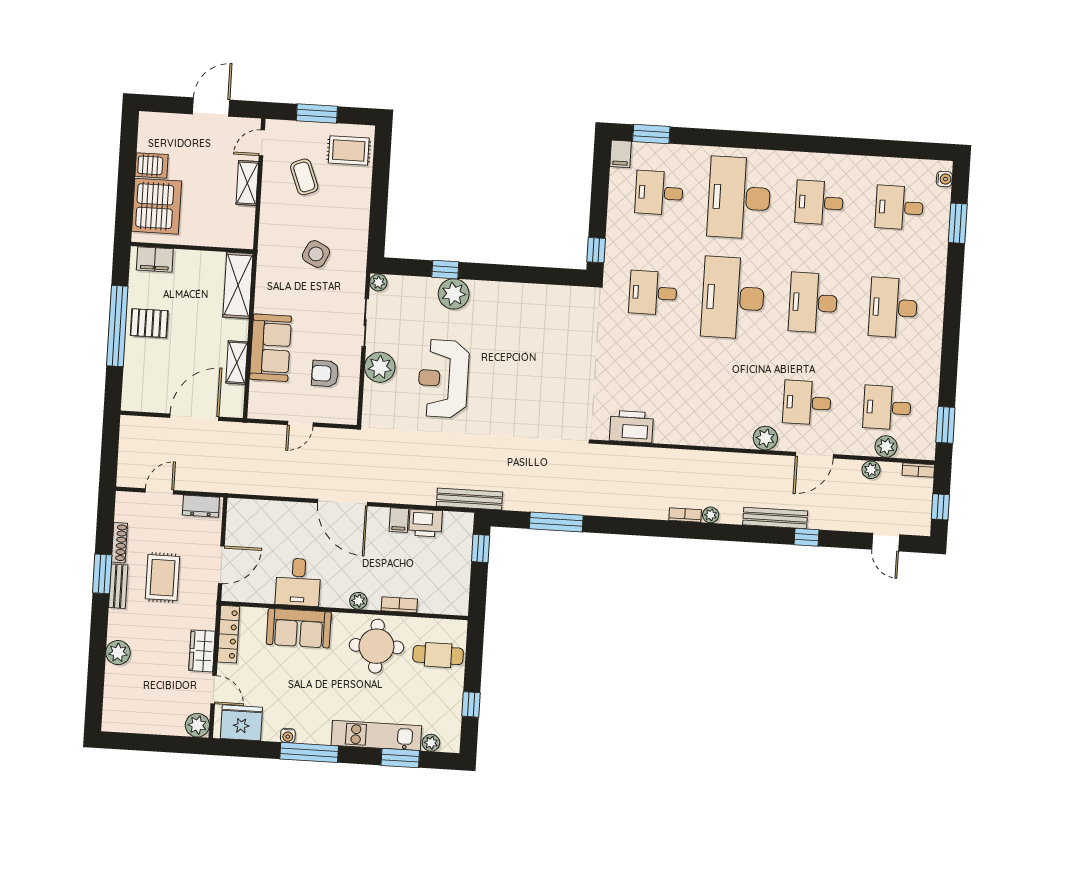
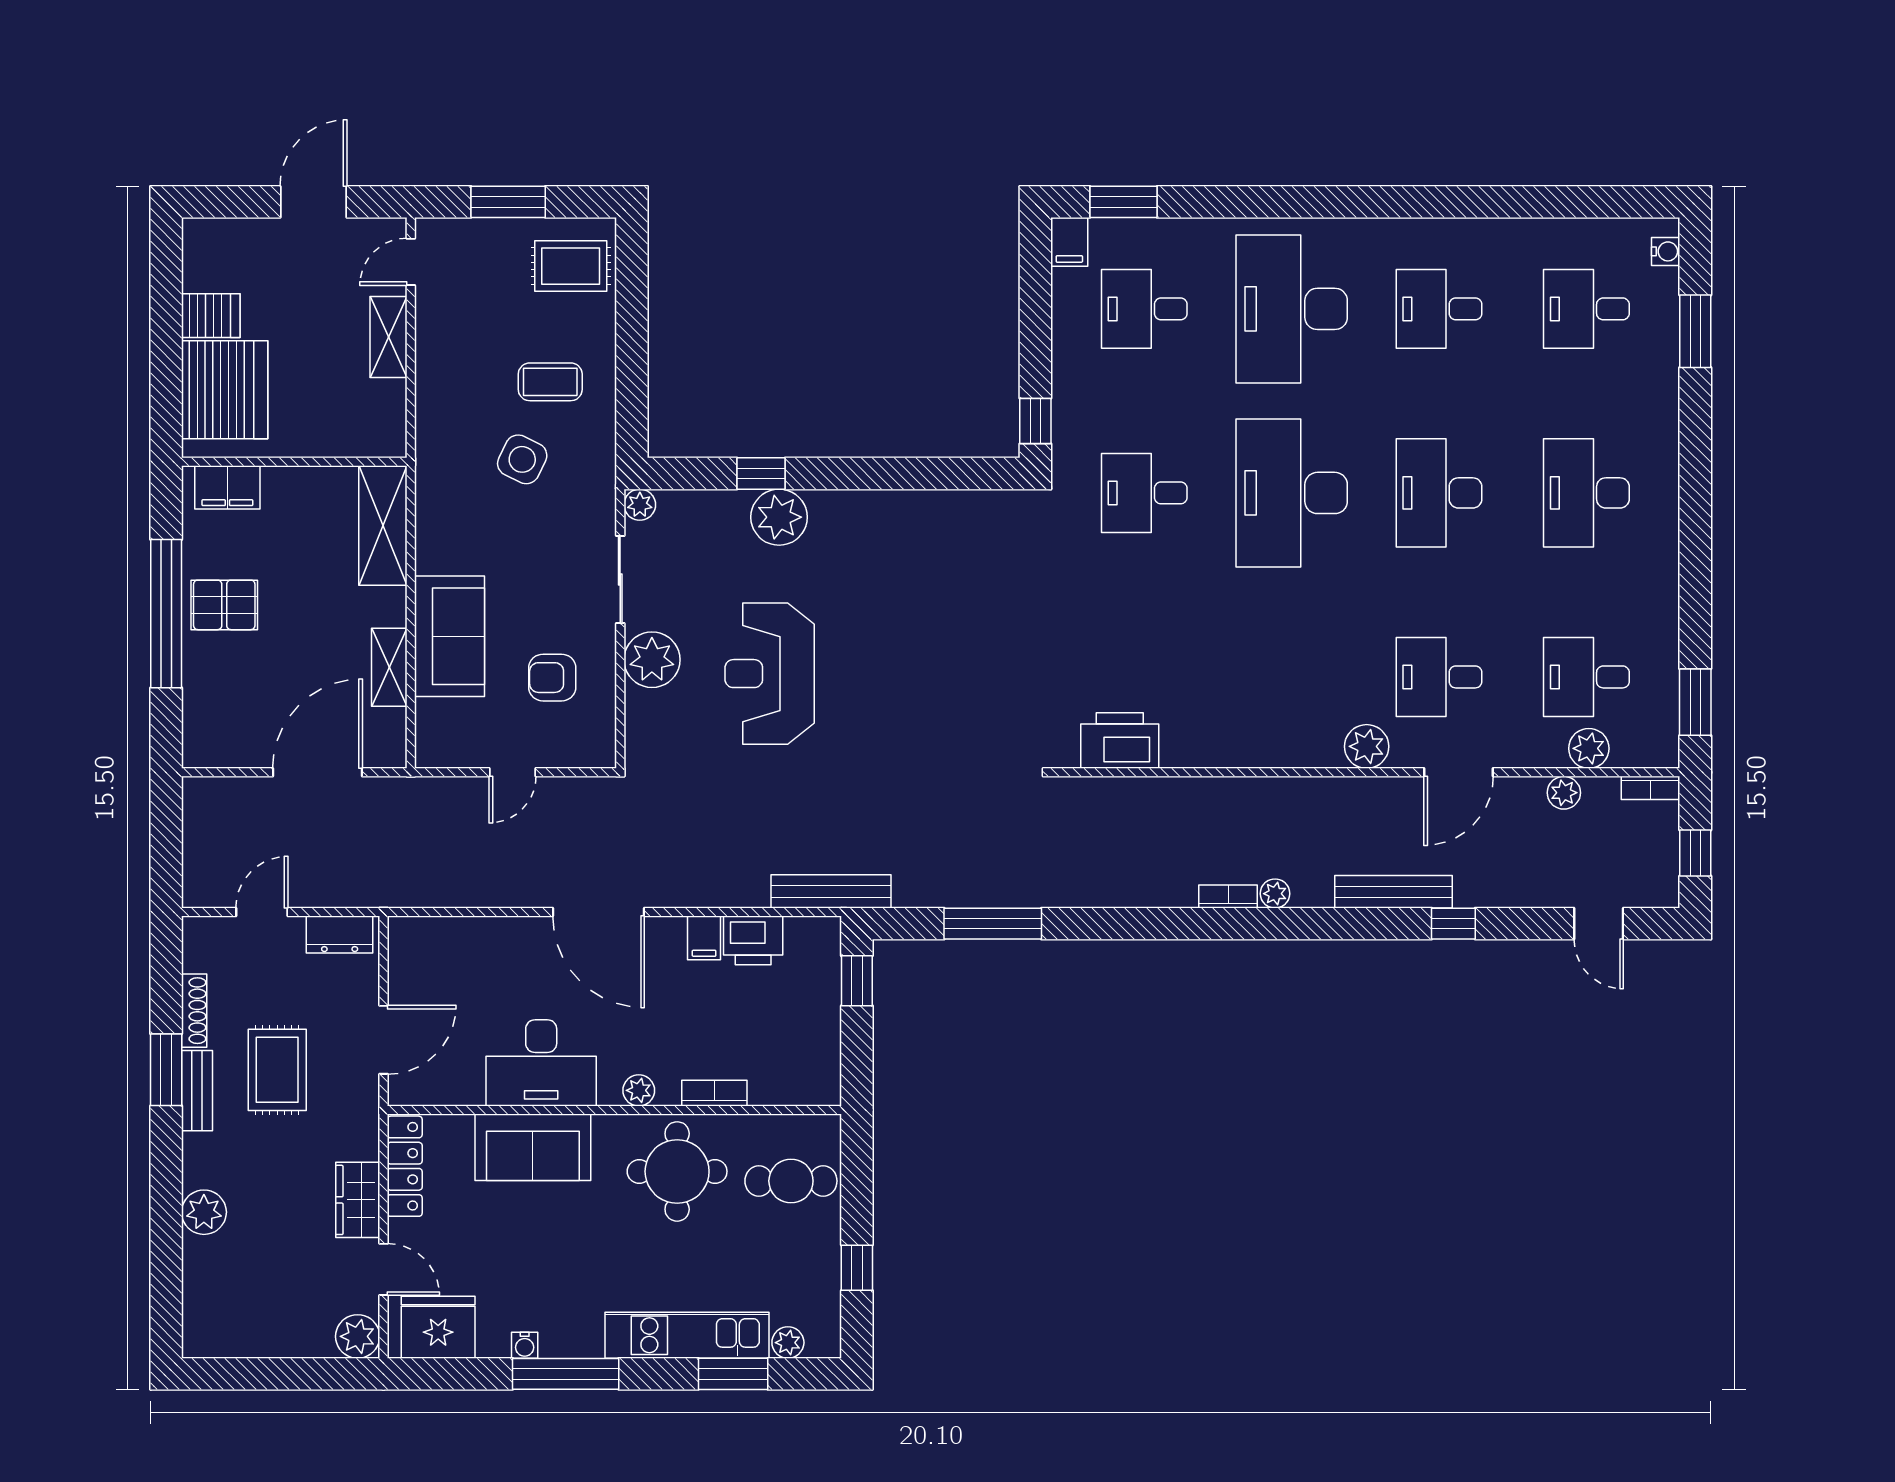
coffee table: (304, 177) -> (550, 382), moved, turned -69
desk: (298, 582) -> (541, 1063), width x1.37

